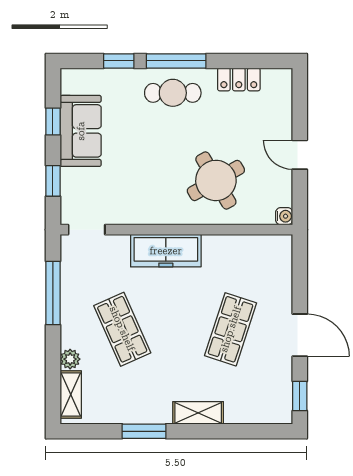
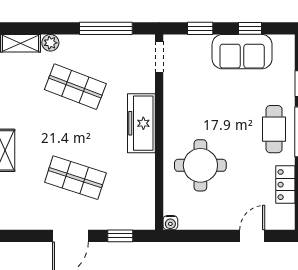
door: (300, 155) -> (252, 236), moved
round table: (216, 180) -> (200, 165), turned 30
shop shelf: (122, 329) -> (75, 87), turned 45
window: (300, 396) -> (120, 236), moved

